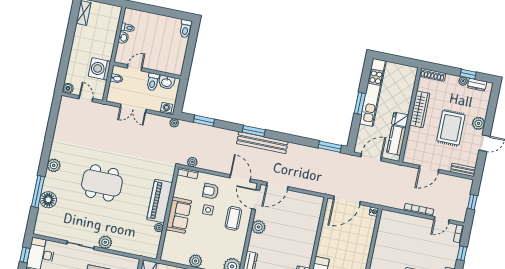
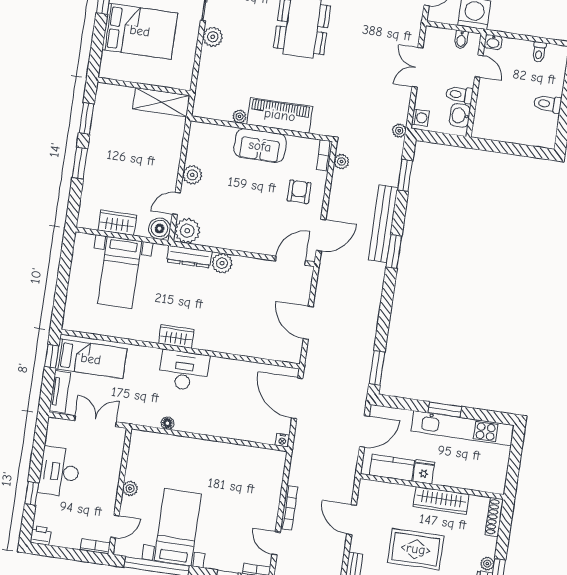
toilet: (186, 29) -> (548, 104), moved
washbasin: (123, 38) -> (493, 42), moved
bench: (262, 143) -> (383, 224), moved
door: (371, 157) -> (364, 431), hinge flipped
door: (277, 186) -> (308, 323), moved
side table: (208, 210) -> (271, 189), removed
coffee table: (233, 218) -> (260, 228), removed
plant: (259, 227) -> (222, 263), moved

